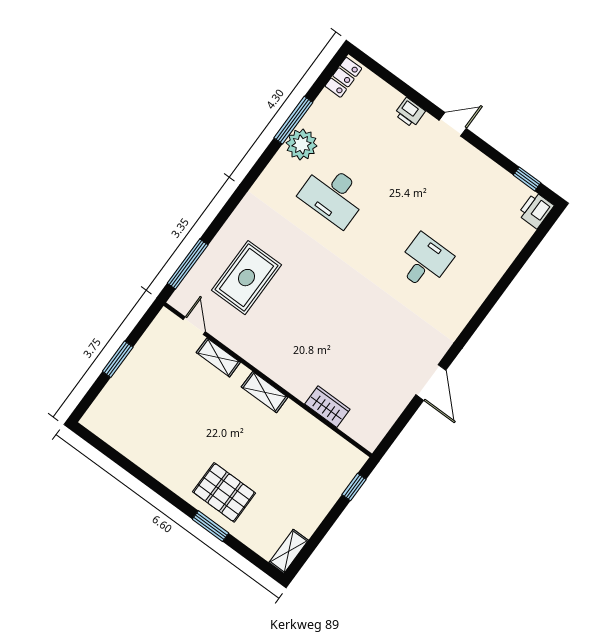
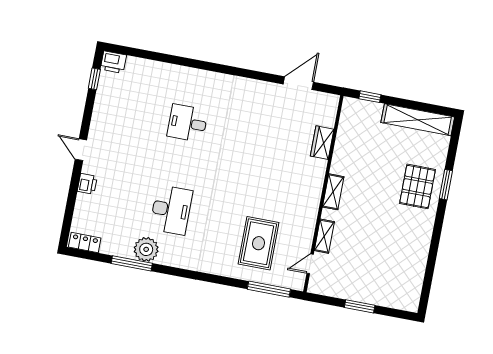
rug: (246, 278) -> (259, 243), turned 90
door: (431, 382) -> (298, 83), moved
shelving: (289, 551) -> (418, 120), width x2.20, depth x1.33

